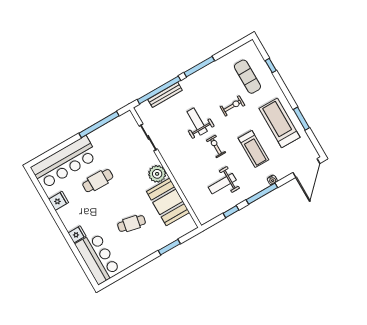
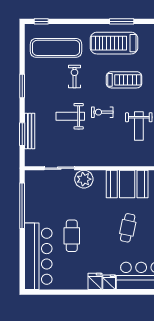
window: (271, 66) -> (41, 21), moved
window: (199, 67) -> (22, 86), width x0.69
exercise mat: (247, 77) -> (56, 48), width x1.36, depth x1.45
window: (159, 90) -> (22, 134), width x0.47
plant: (157, 174) -> (84, 179), moved
fridge: (59, 201) -> (95, 281), moved

